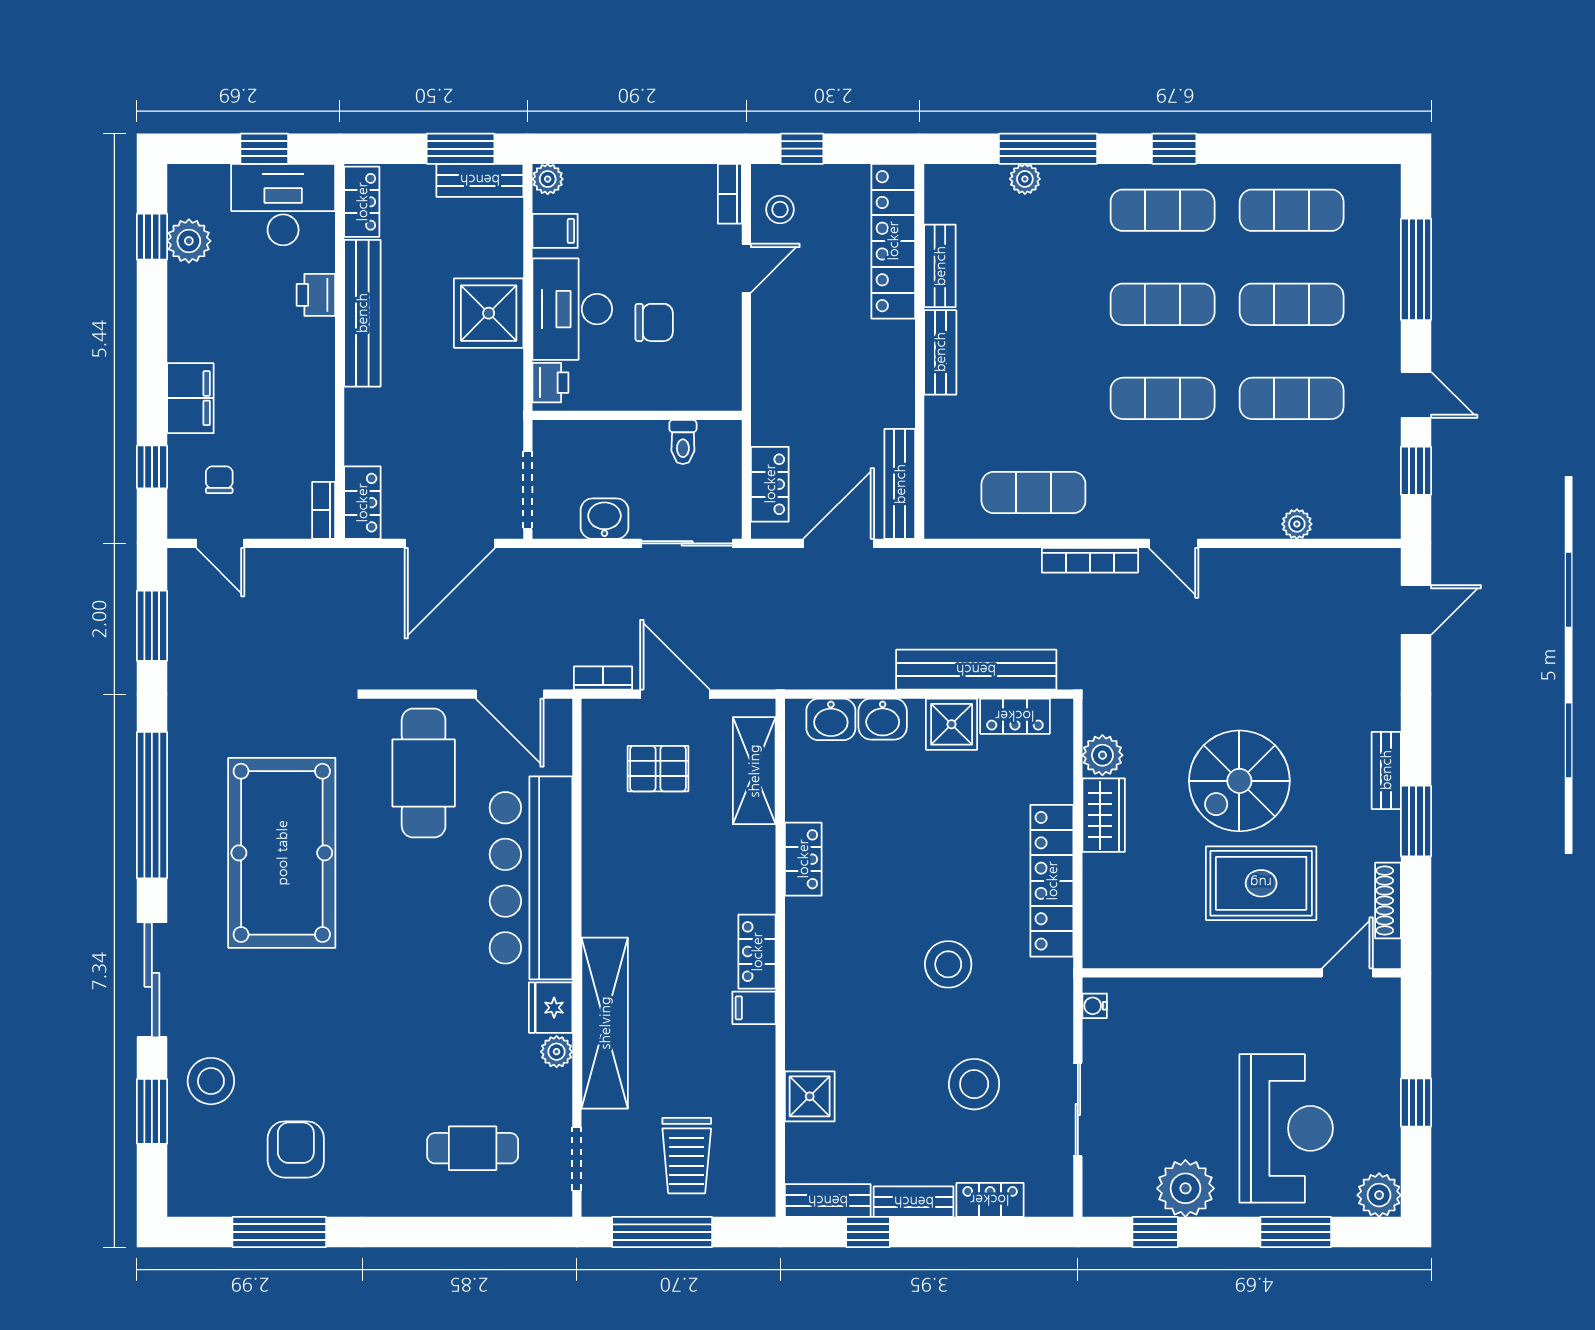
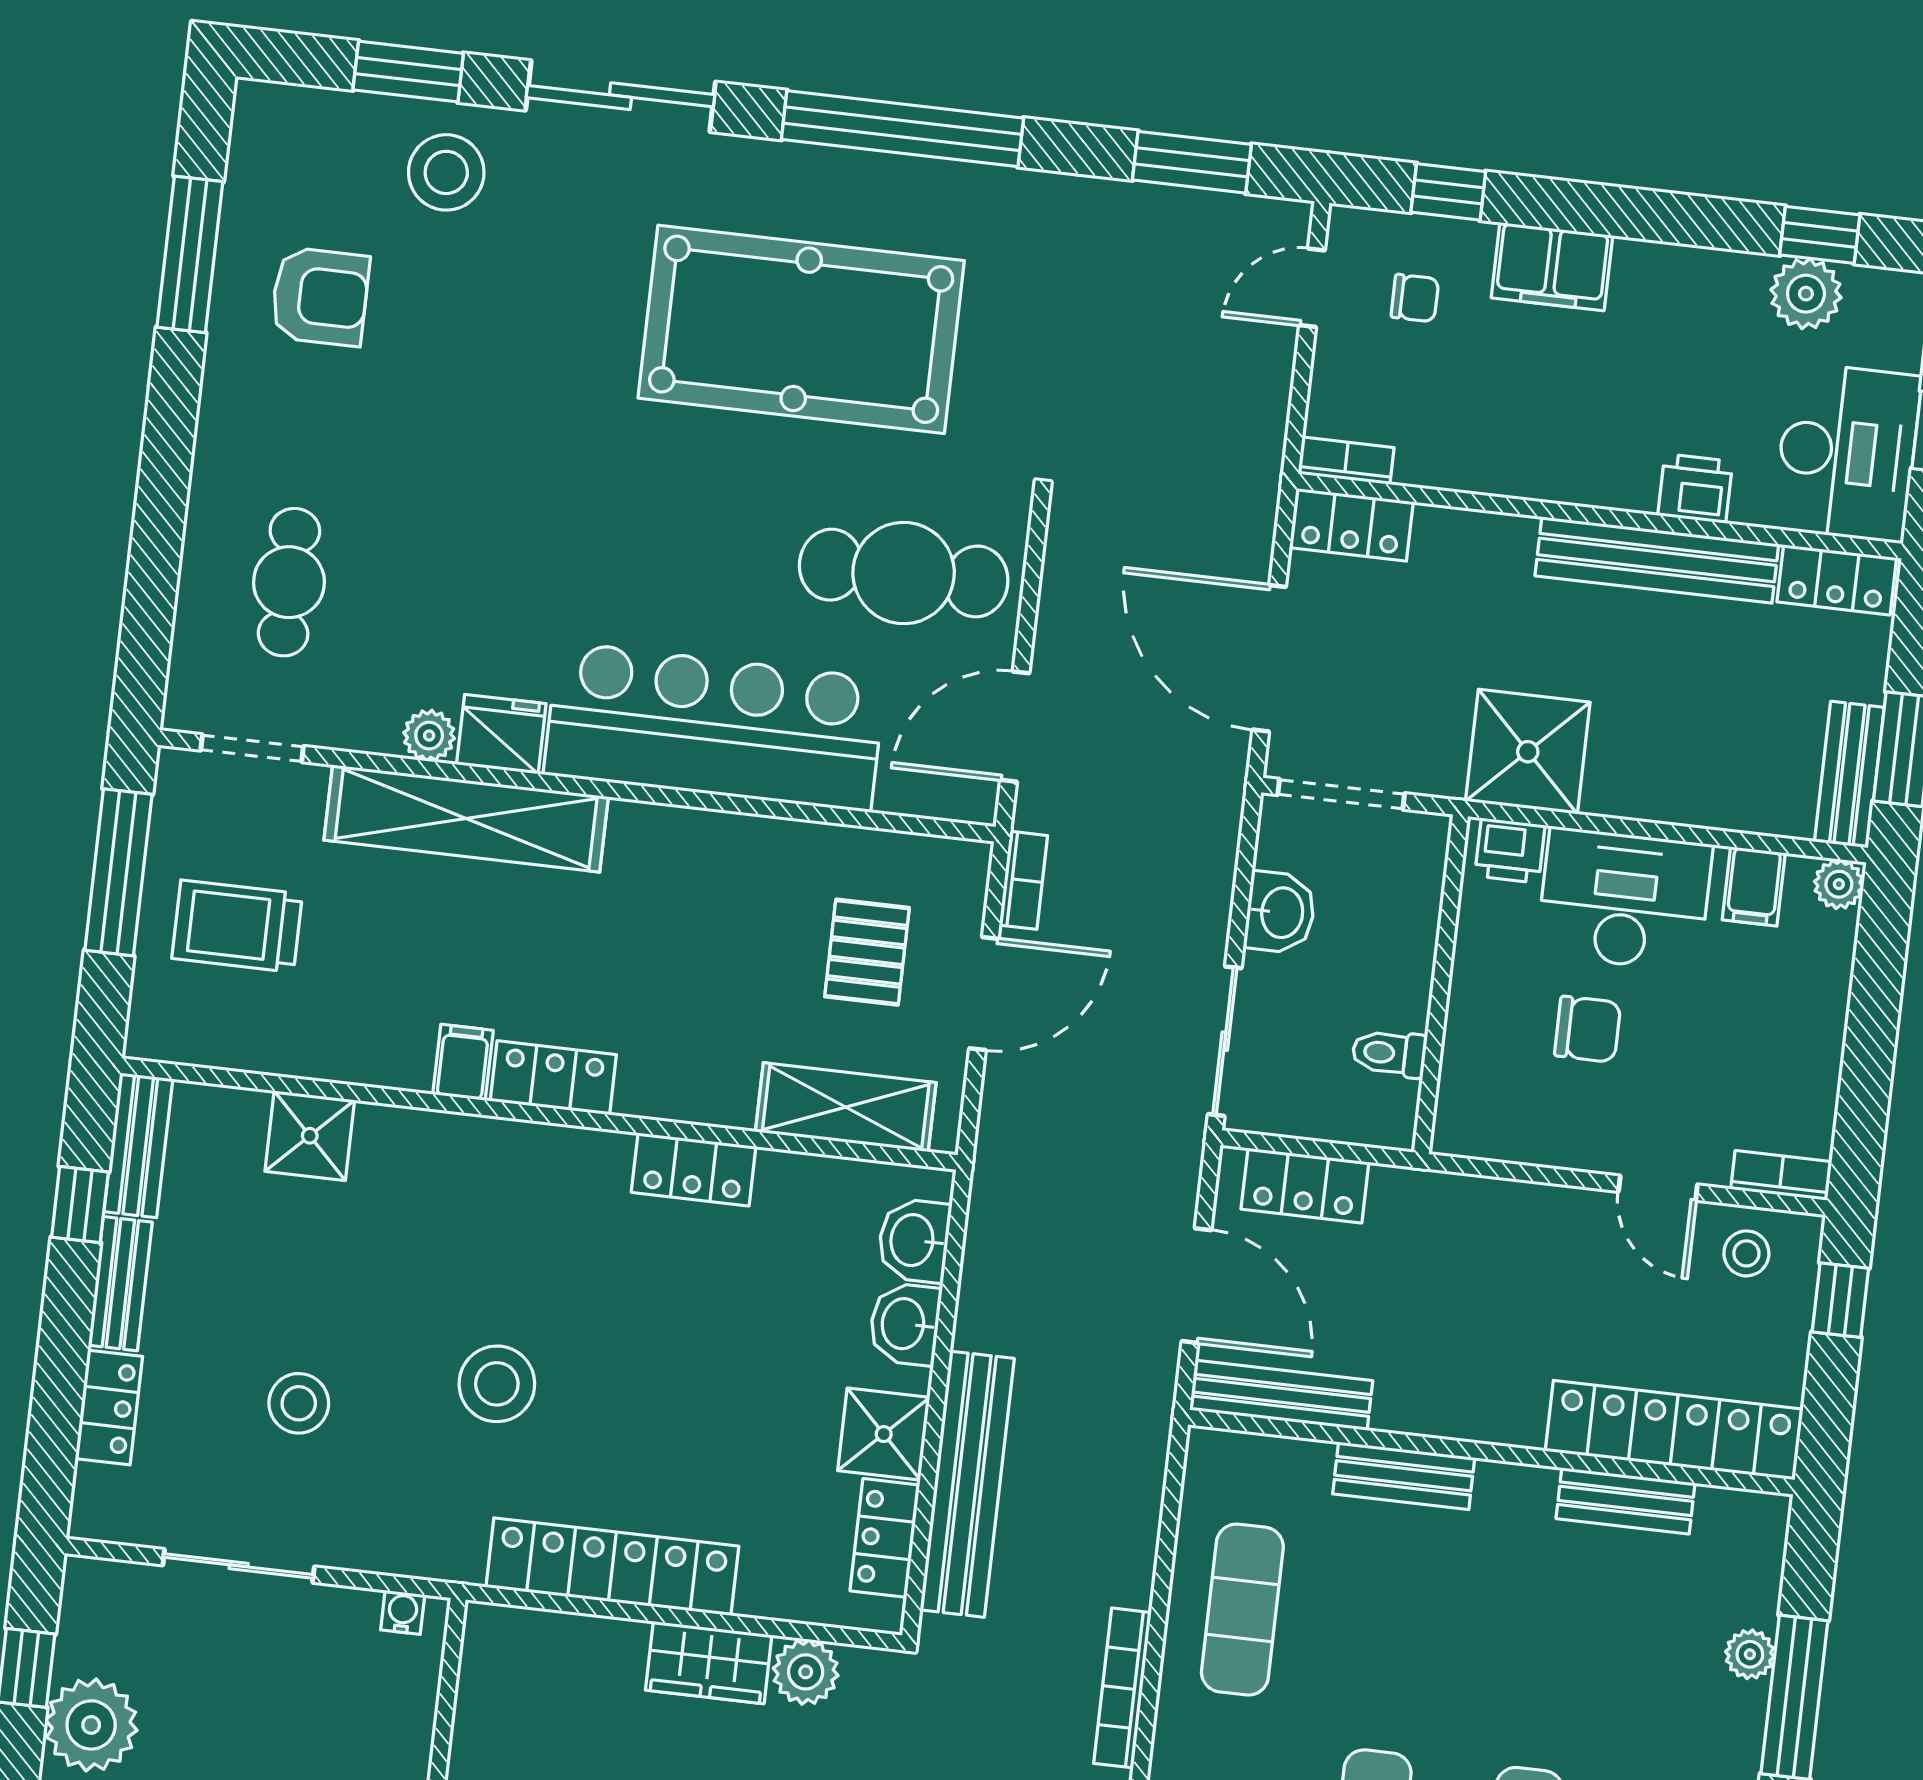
shower: (489, 313) -> (1528, 752), moved
chair: (654, 322) -> (1588, 1029), turned -90
bench: (940, 352) -> (1404, 1476), moved
stool: (974, 1084) -> (299, 1403), width x0.73, depth x0.73

